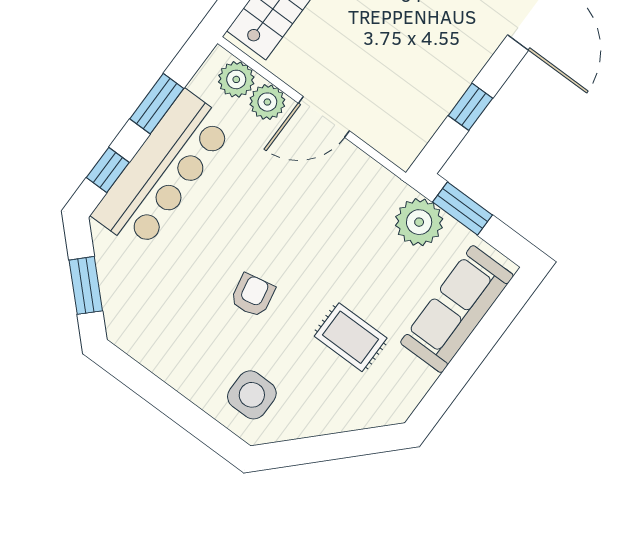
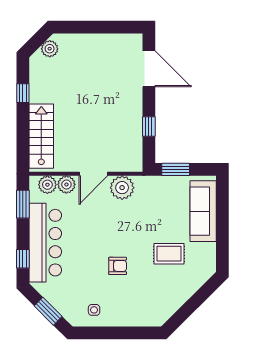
window: (157, 104) -> (23, 204), moved
plant: (419, 222) -> (122, 188), moved
armchair: (253, 295) -> (118, 266), turned 101
side table: (252, 395) -> (94, 310), moved, width x0.54, depth x0.54

